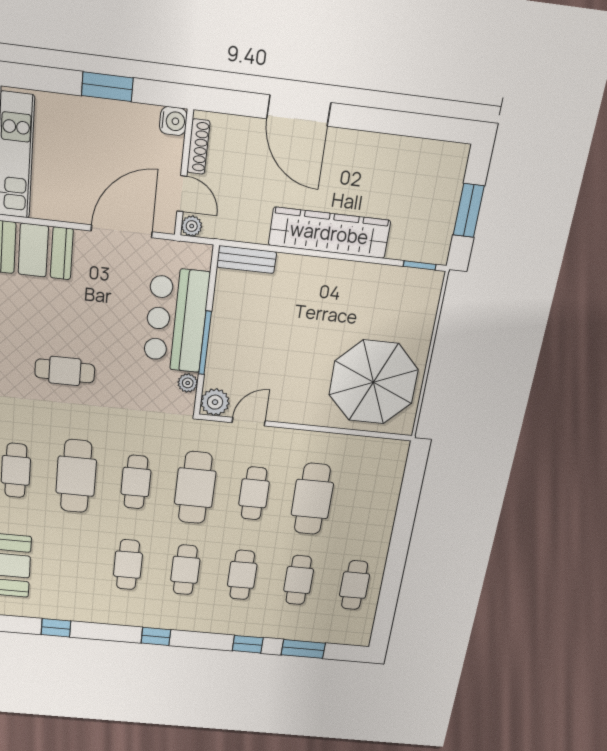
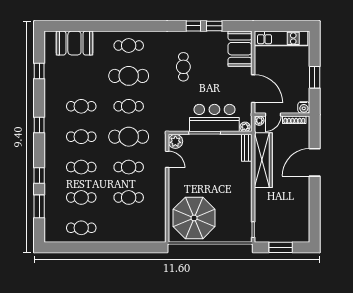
wardrobe: (329, 233) -> (263, 160), moved
plant: (188, 383) -> (245, 127), moved
cafe table: (312, 499) -> (129, 197), width x0.73, depth x0.74

